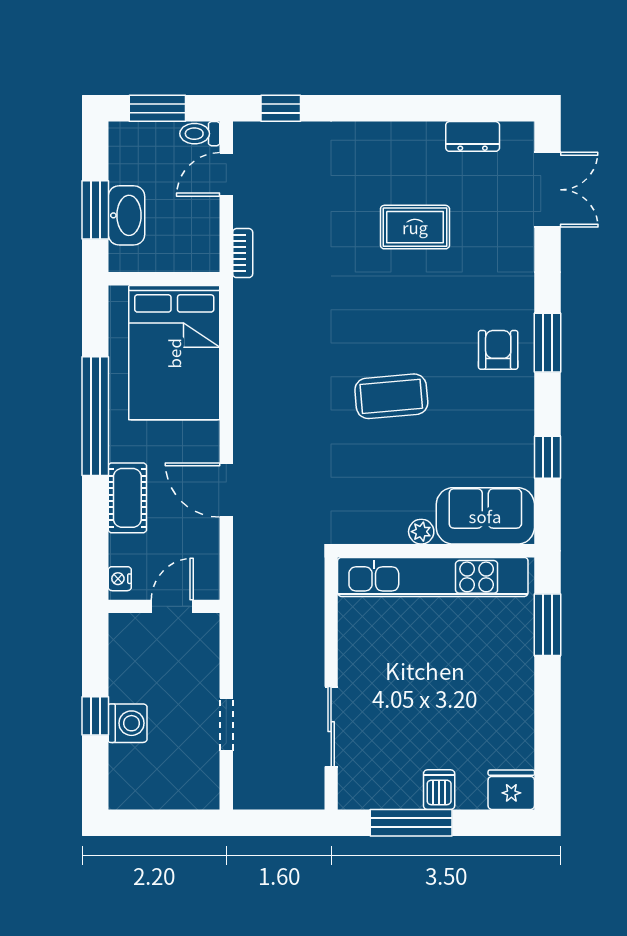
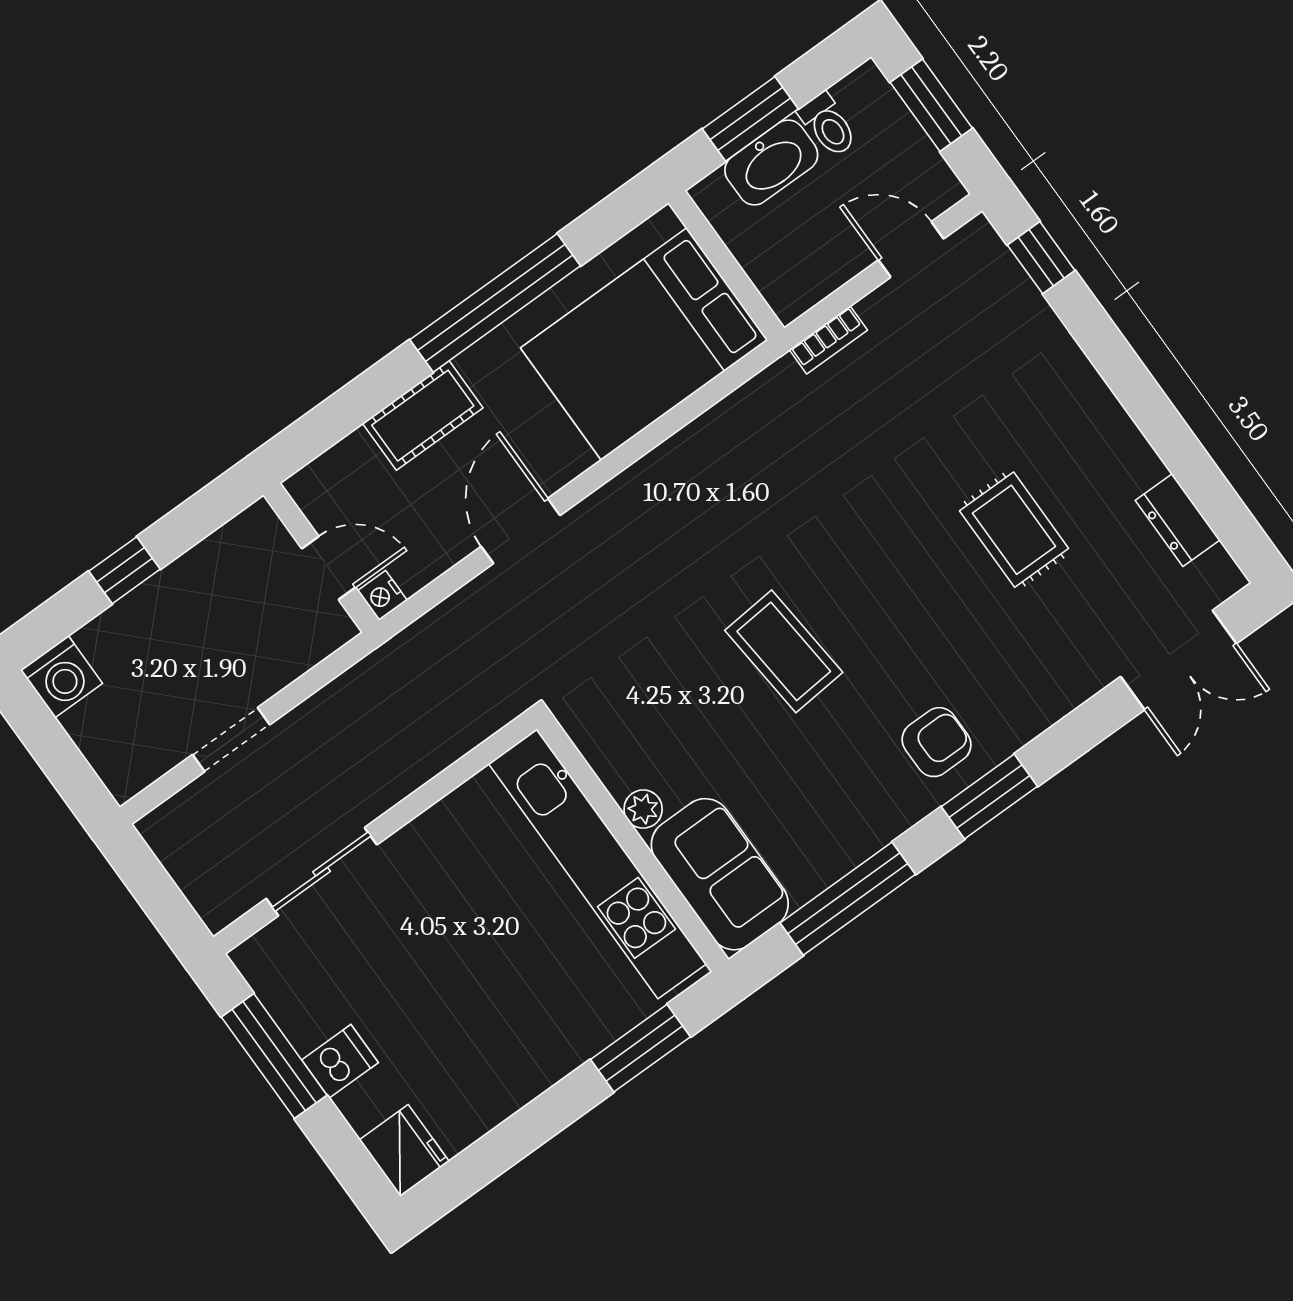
toilet: (200, 134) -> (828, 125), moved, turned 180
window: (547, 457) -> (848, 899), width x2.17
nightstand: (120, 579) -> (382, 595), moved, turned -90
washing machine: (128, 723) -> (61, 677), moved

